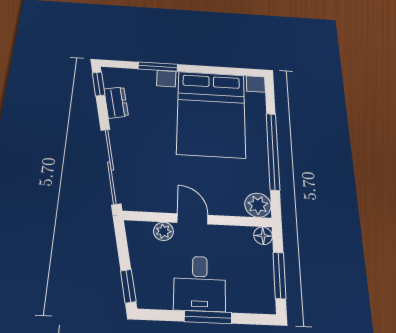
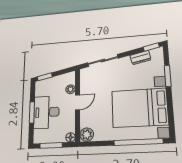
window: (273, 151) -> (138, 142), moved
sliding door: (111, 166) -> (103, 61), width x0.73
desk: (200, 283) -> (46, 112), width x1.37

